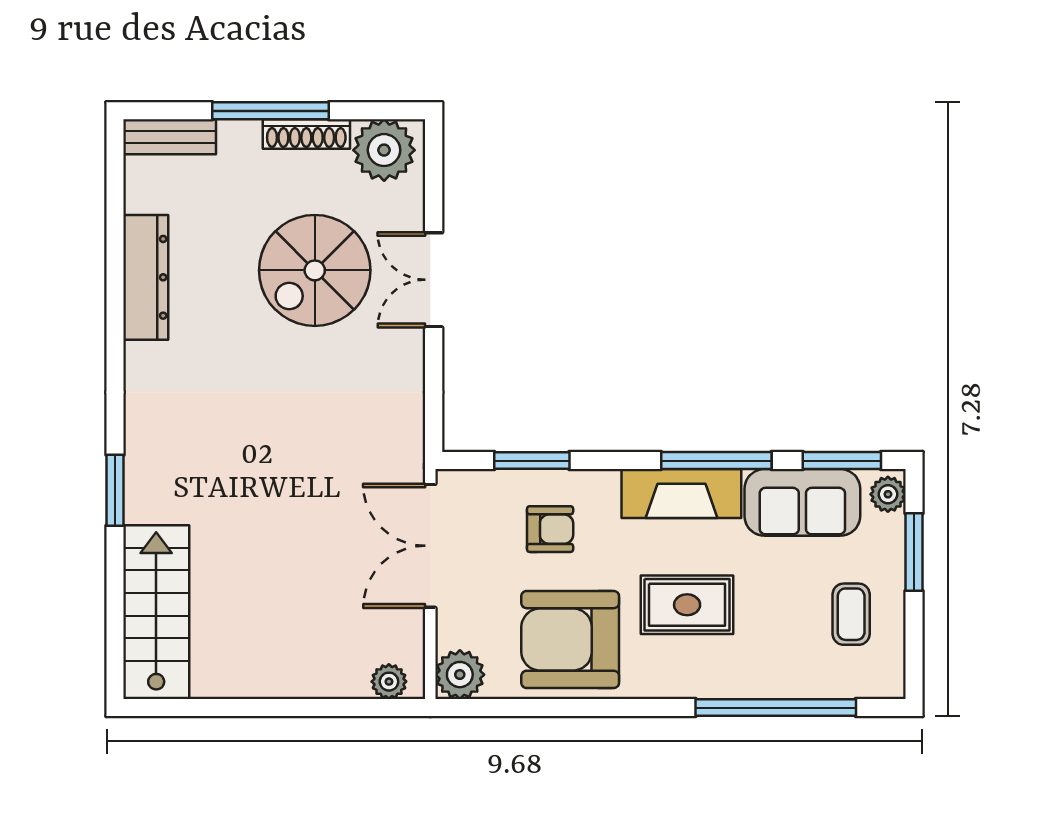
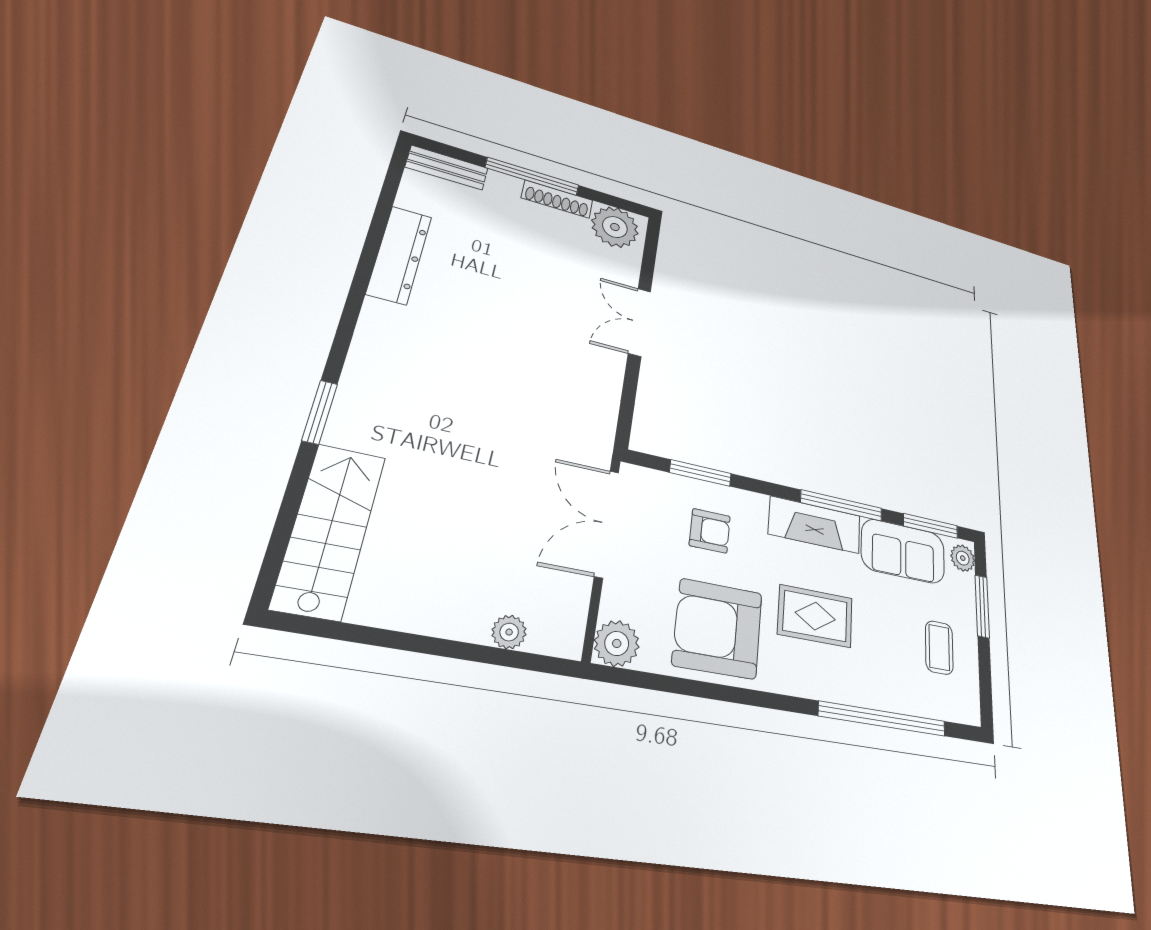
spiral stairs: (315, 270) -> (546, 290), removed
plant: (389, 682) -> (509, 632), moved

